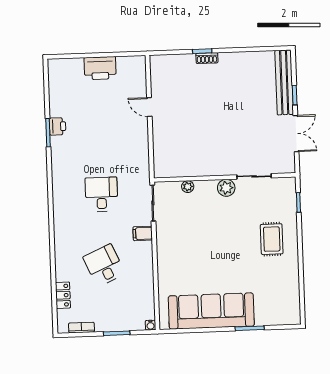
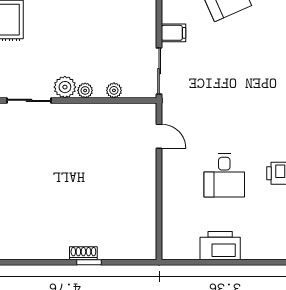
door: (149, 107) -> (159, 136), moved
plant: (210, 186) -> (85, 90), added
desk: (101, 194) -> (224, 175), moved

